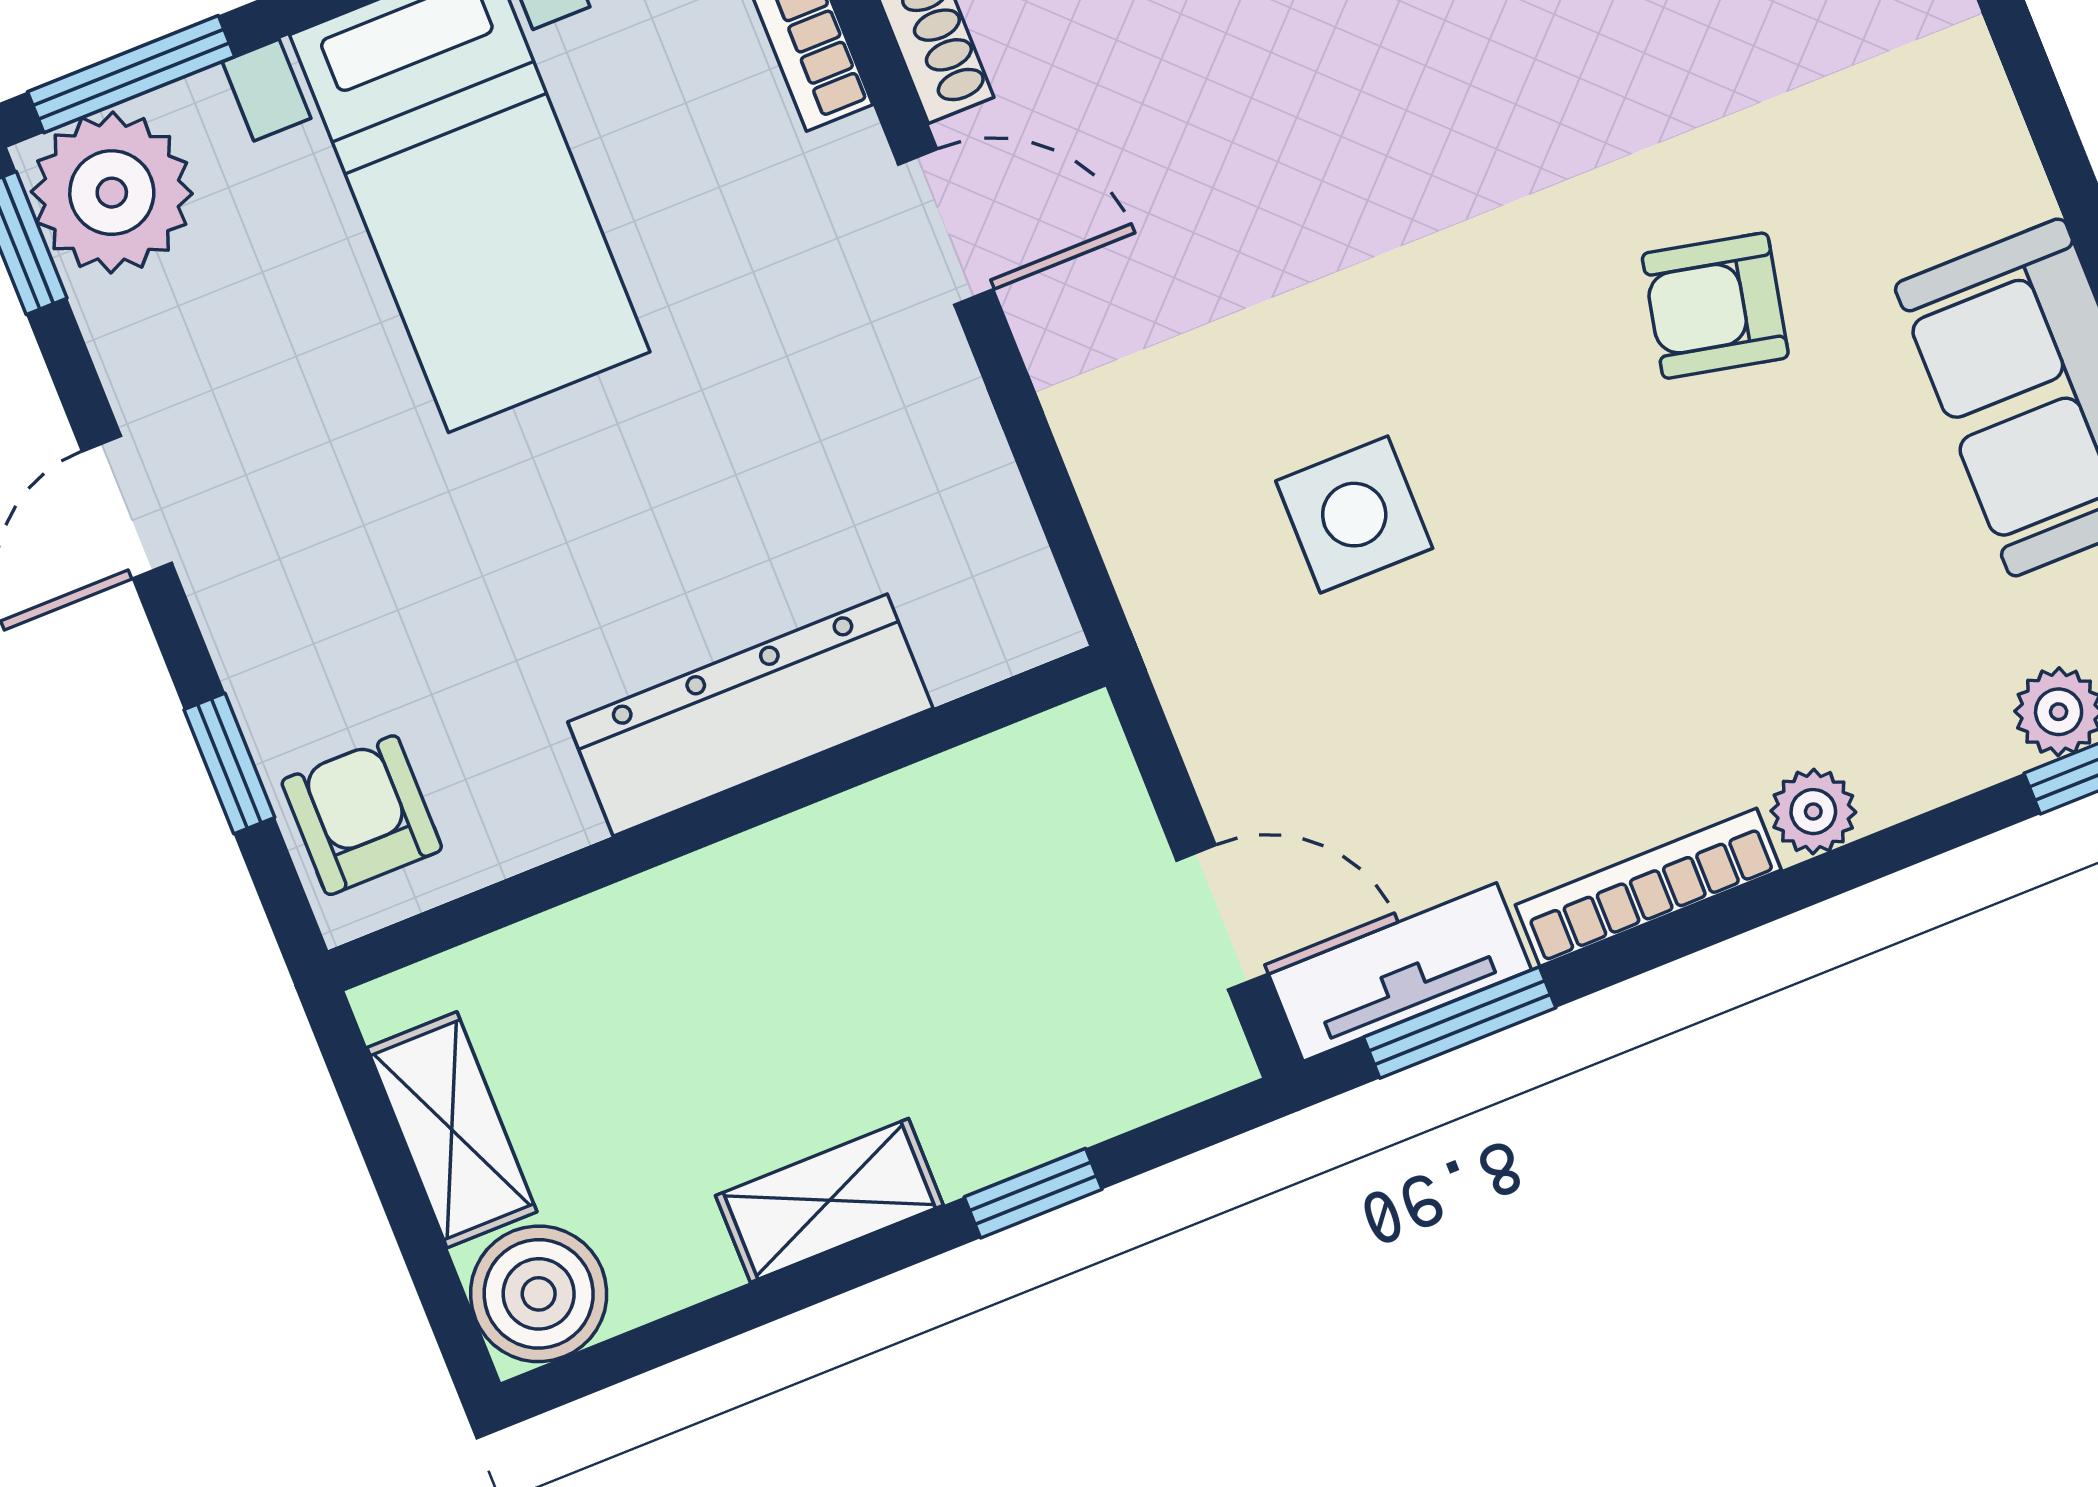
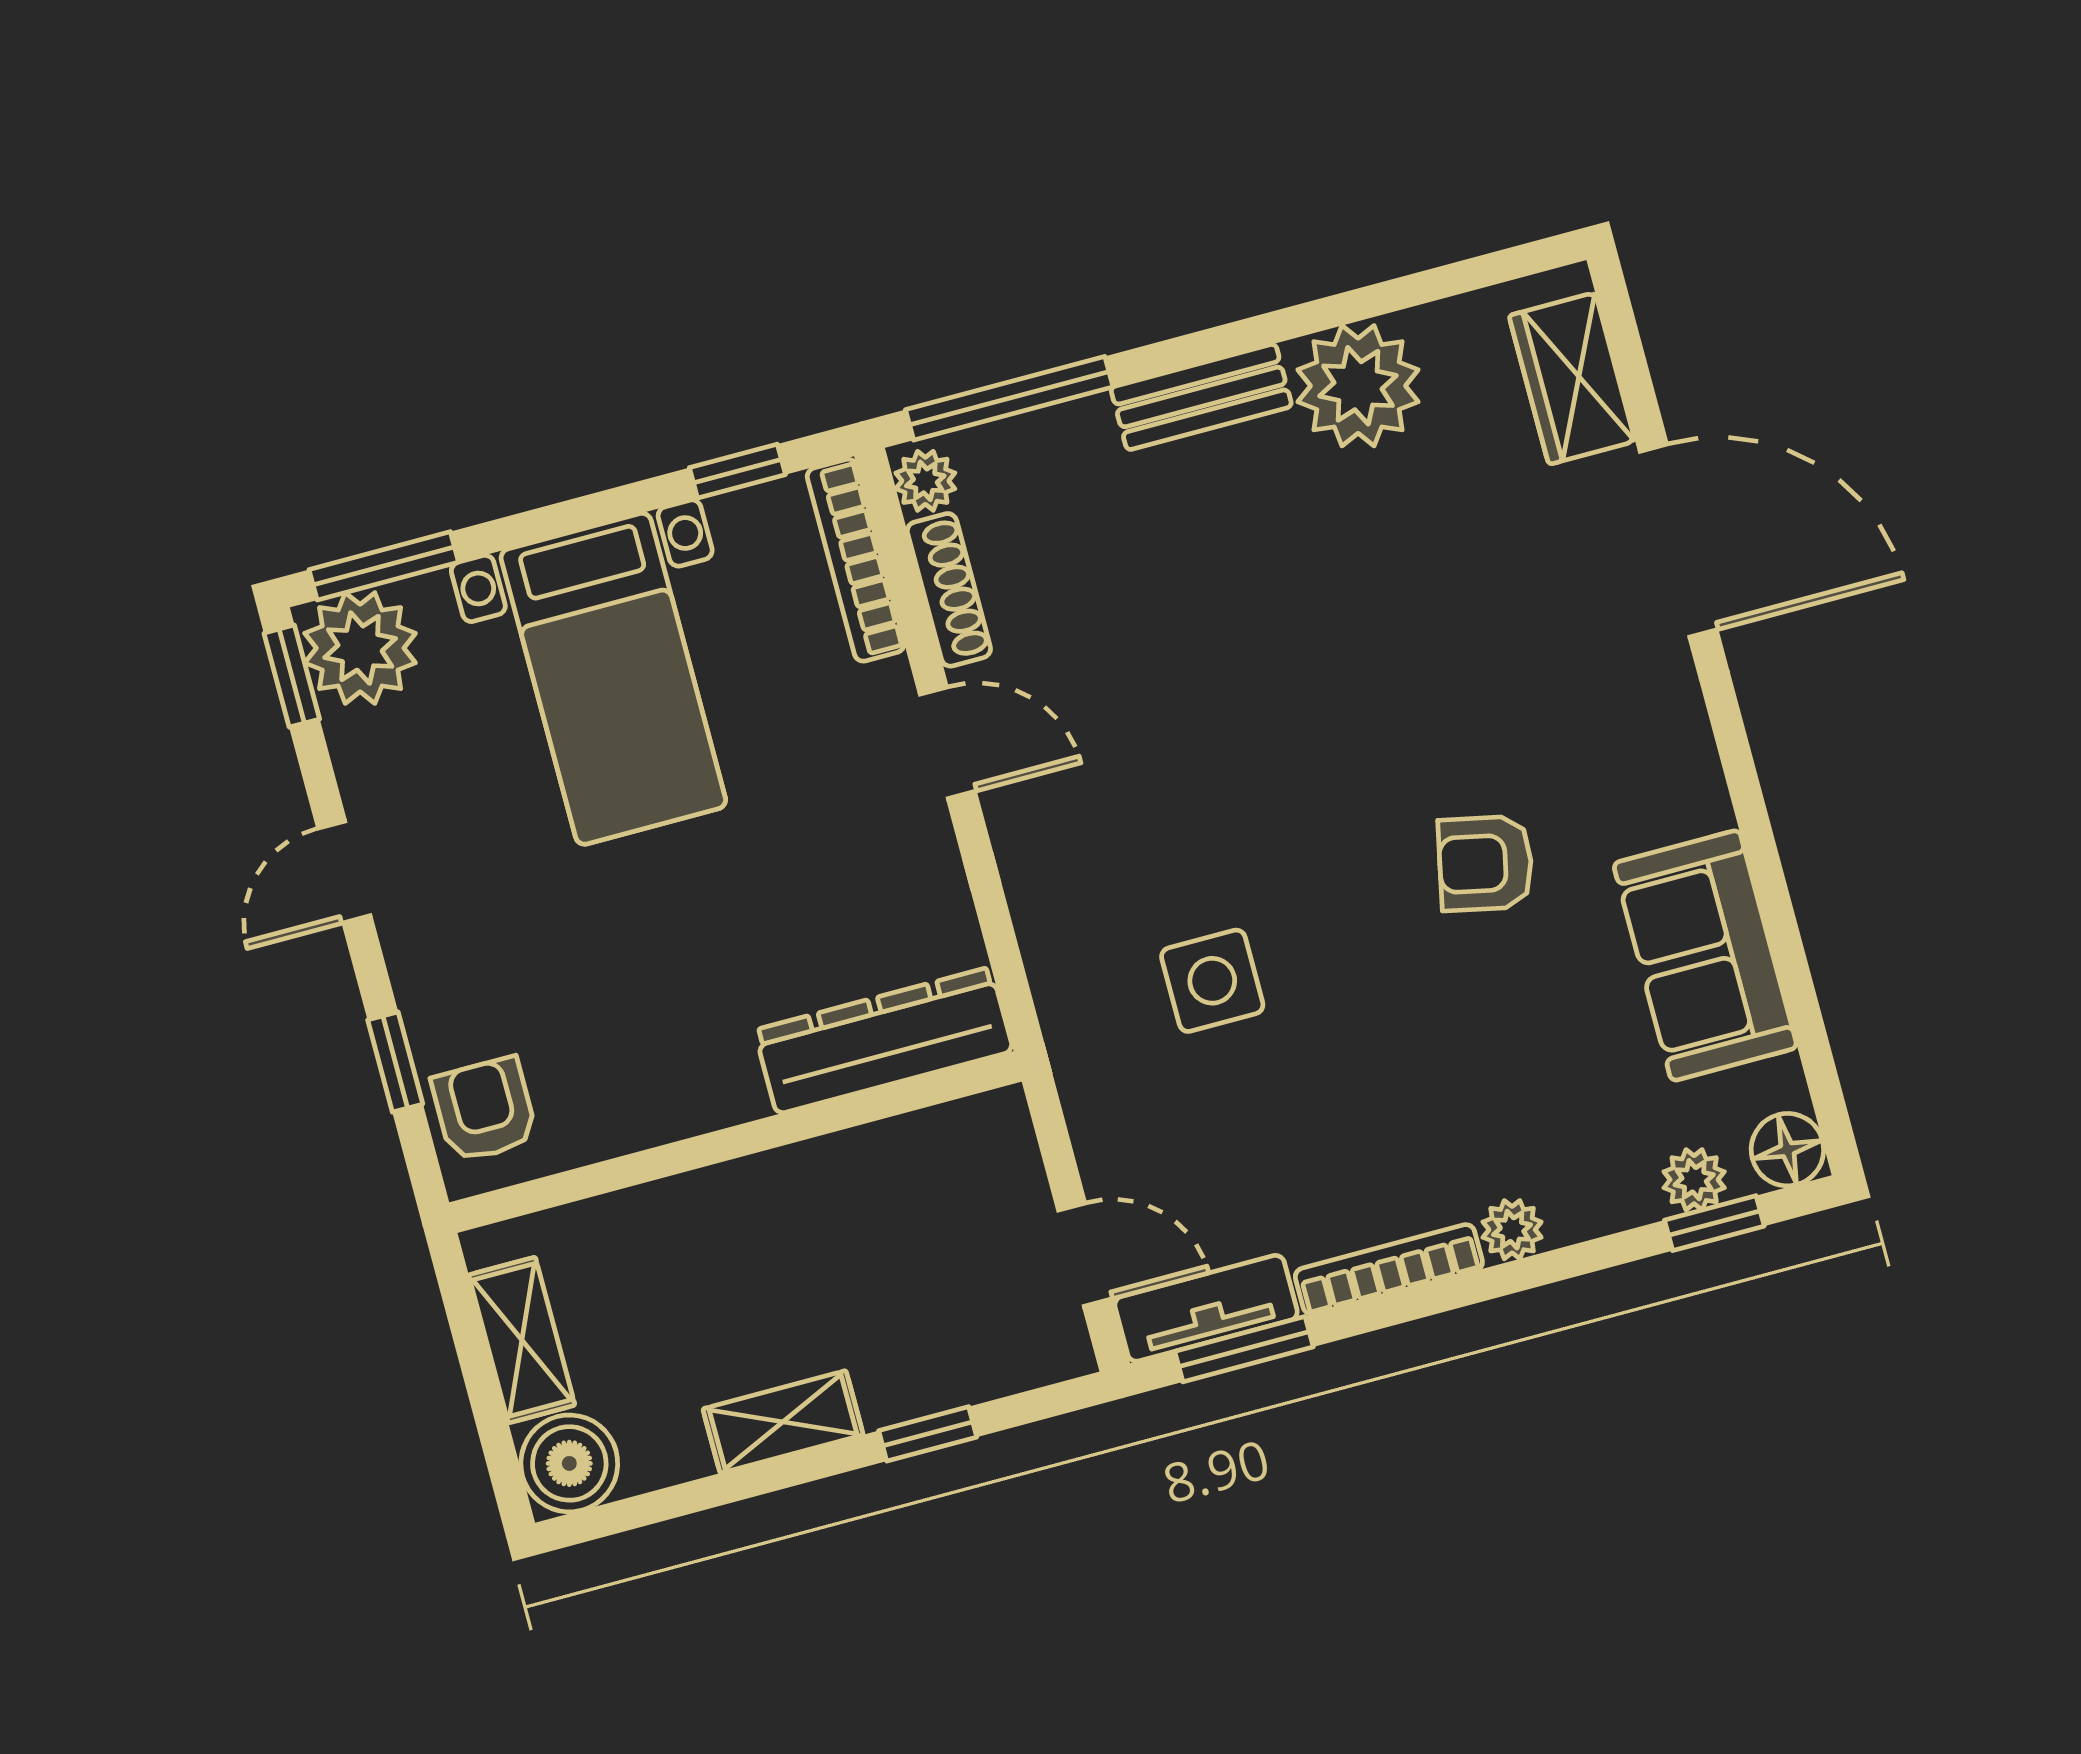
dresser: (750, 715) -> (884, 1041), moved

